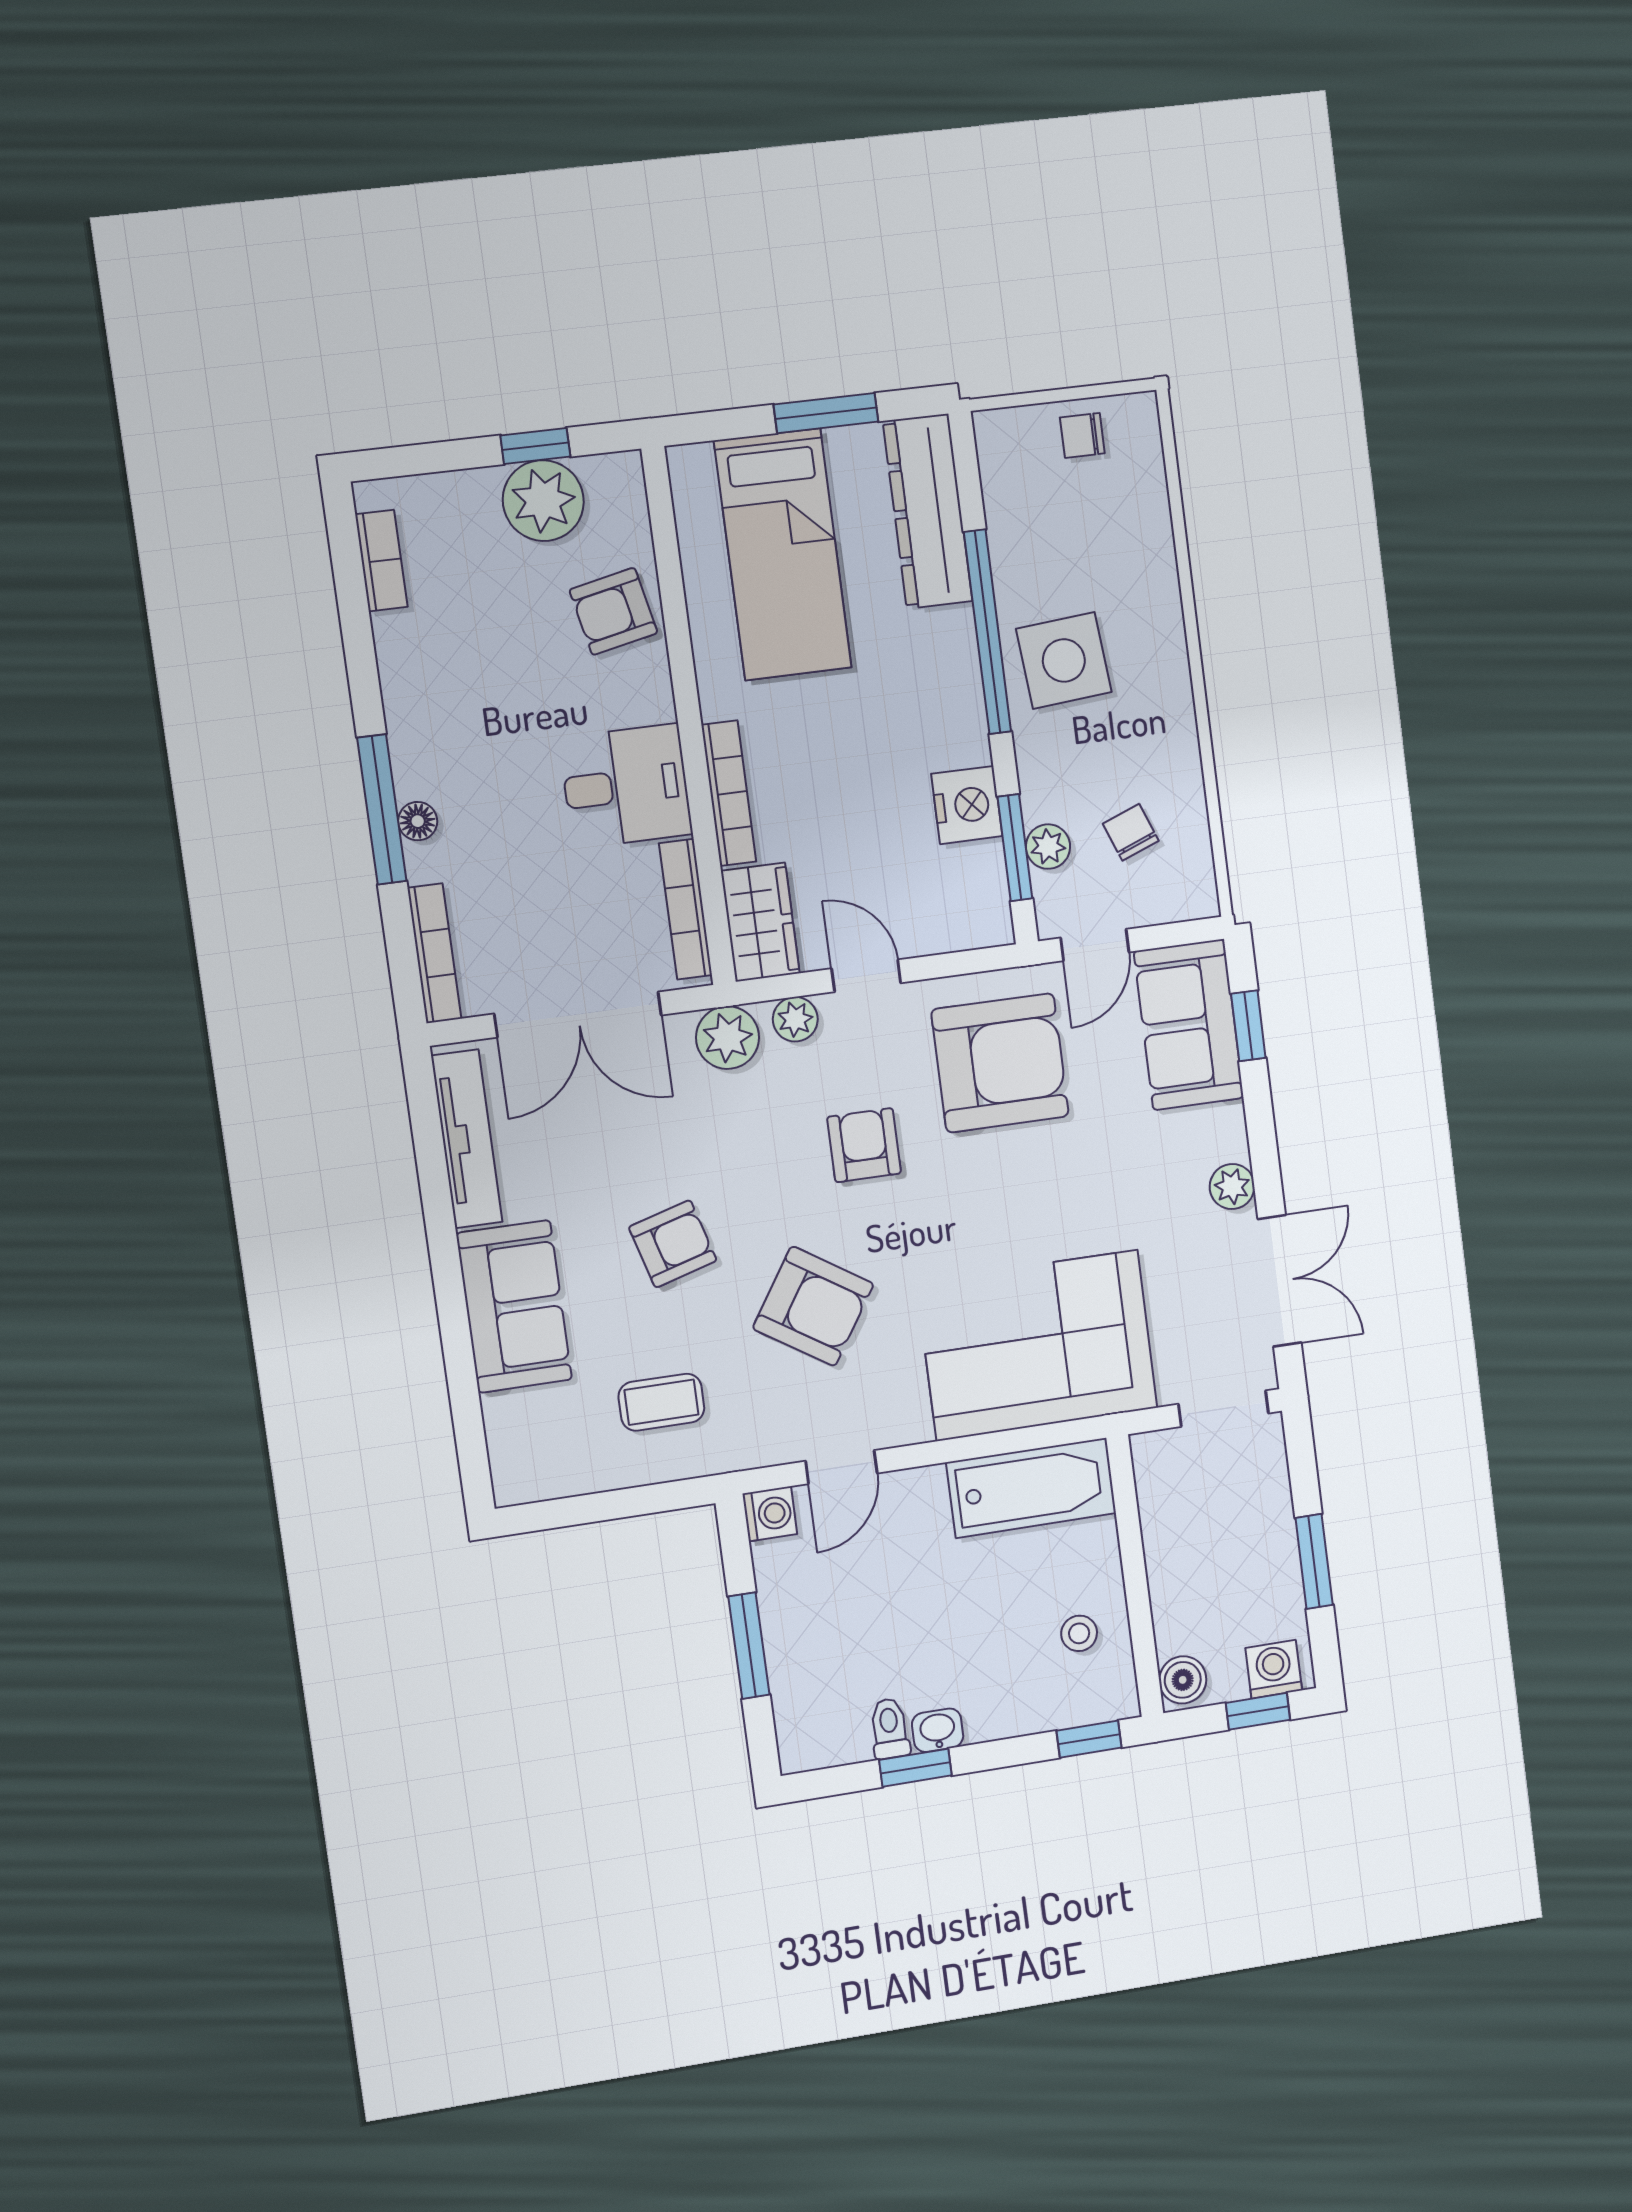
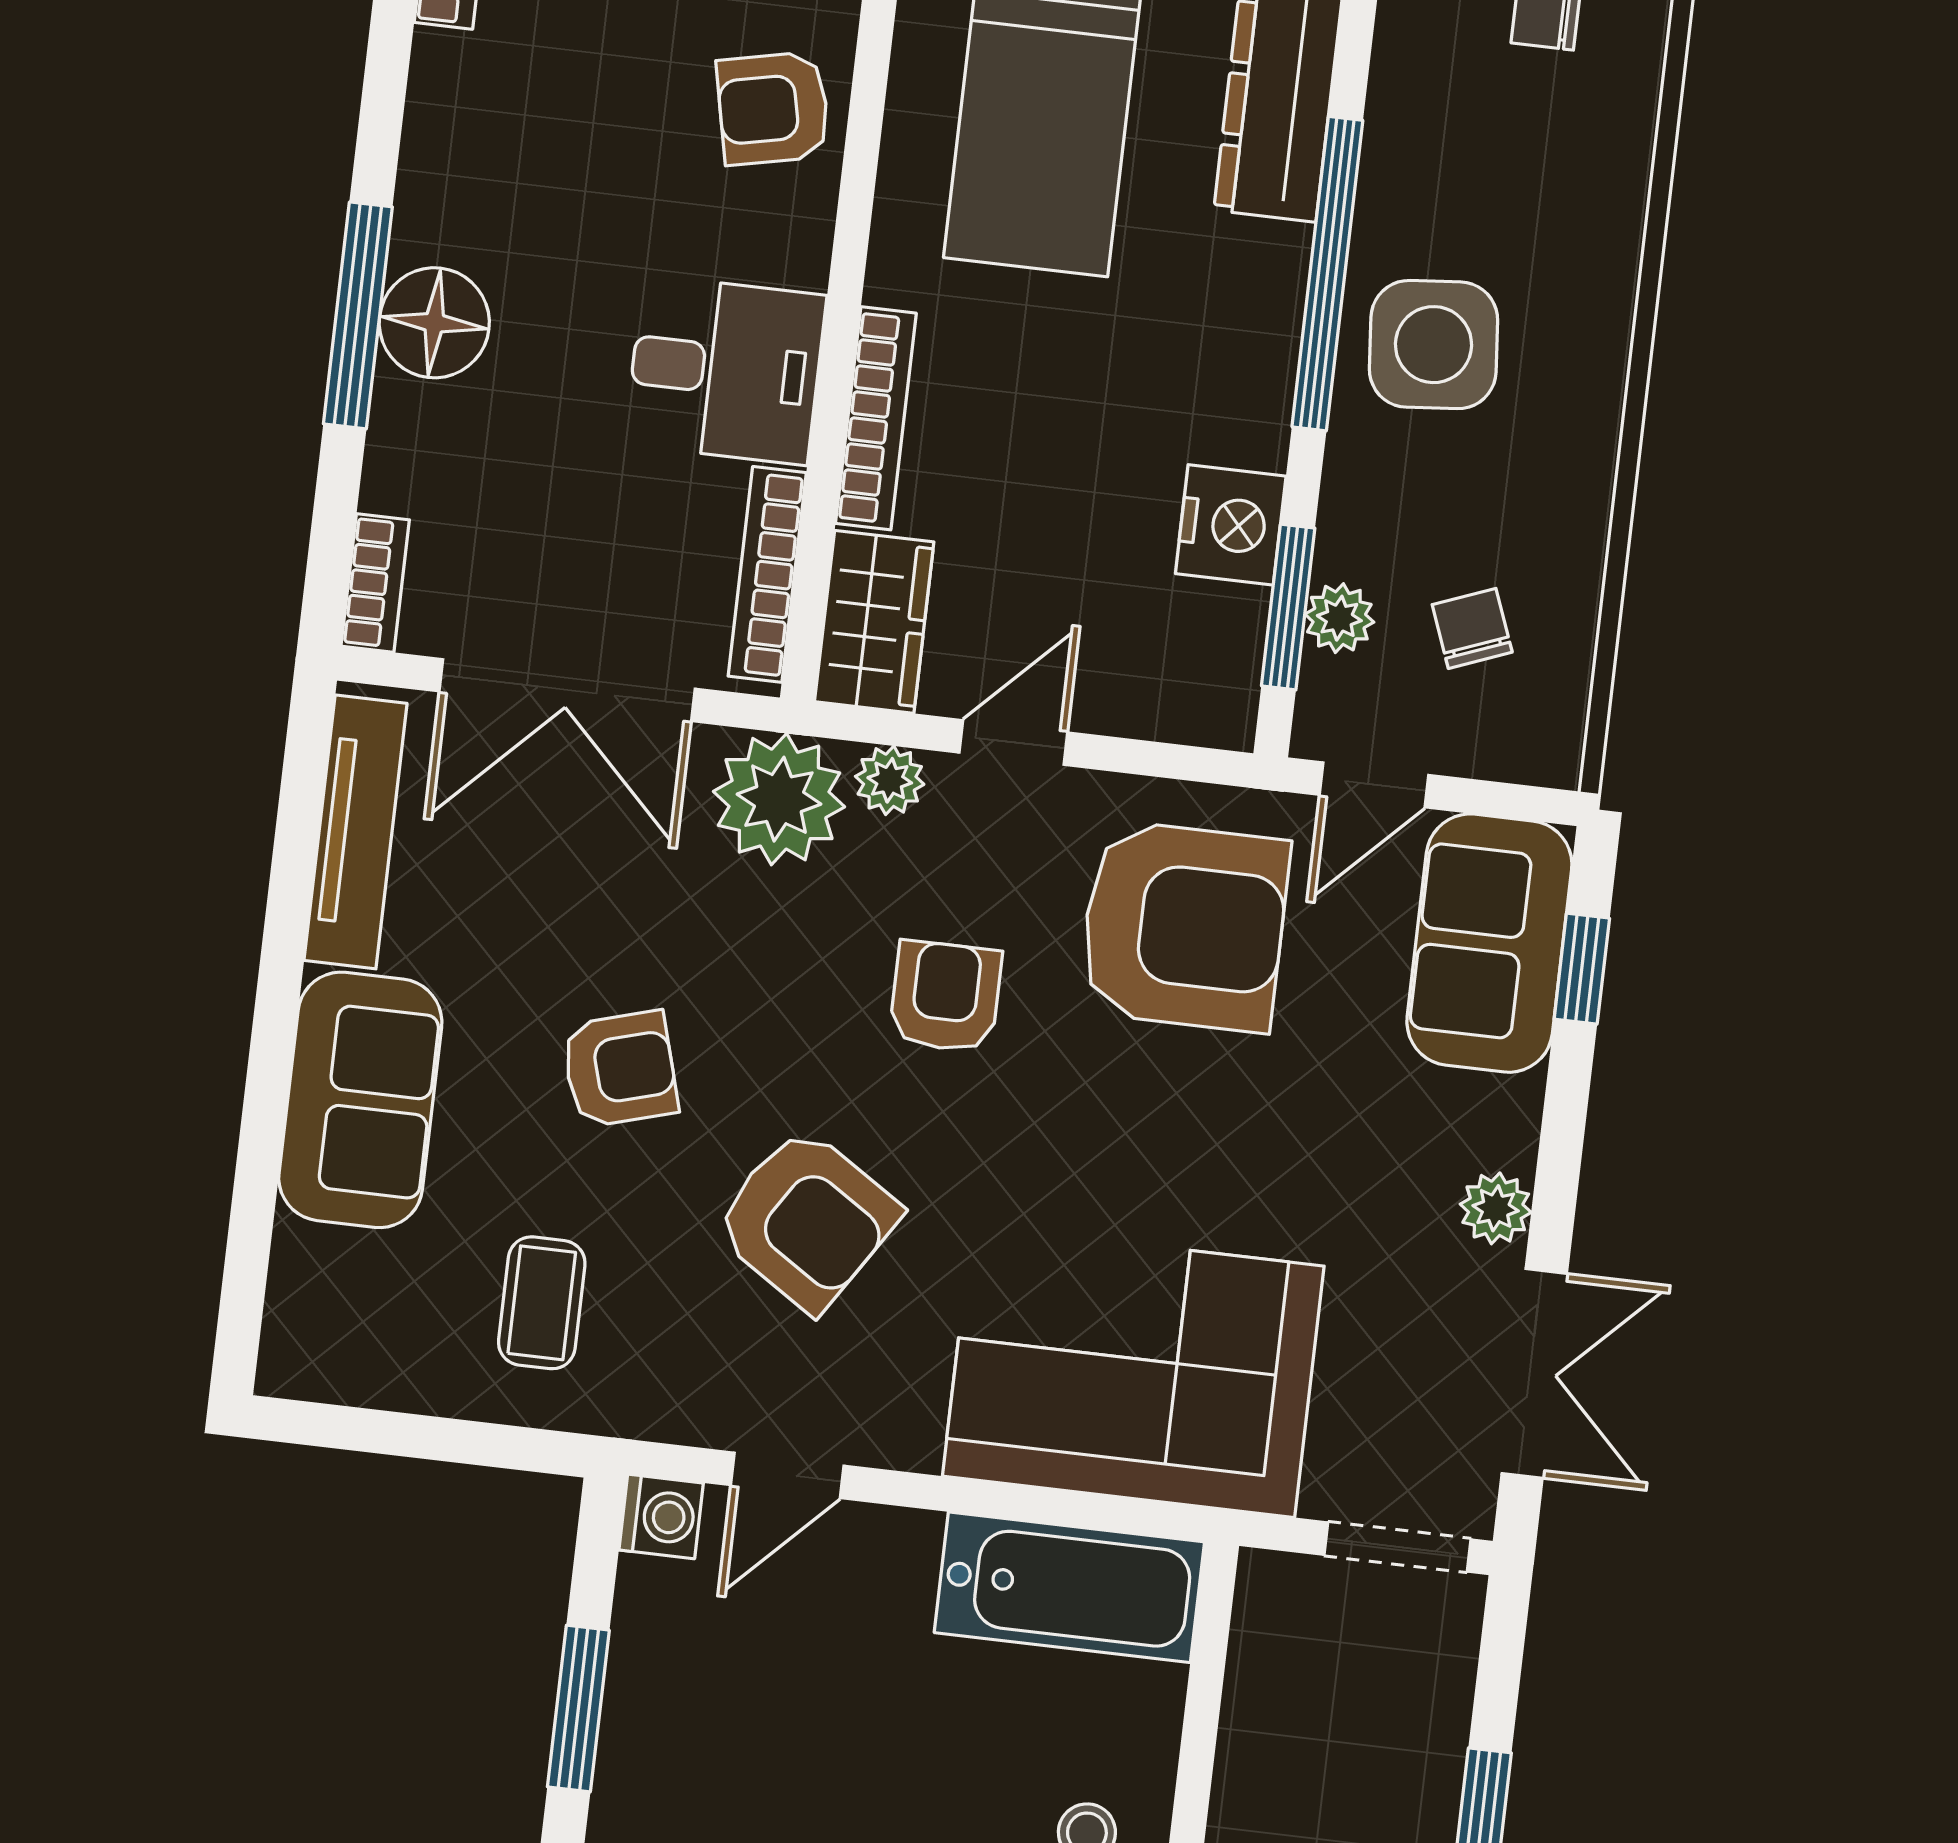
floor lamp: (418, 821) -> (434, 323), width x1.89, depth x1.89
bookcase: (434, 953) -> (375, 583), width x0.64
door: (866, 976) -> (1013, 743), hinge flipped
plant: (728, 1038) -> (779, 799), width x1.36, depth x1.36
coffee table: (661, 1402) -> (542, 1303), turned 90

